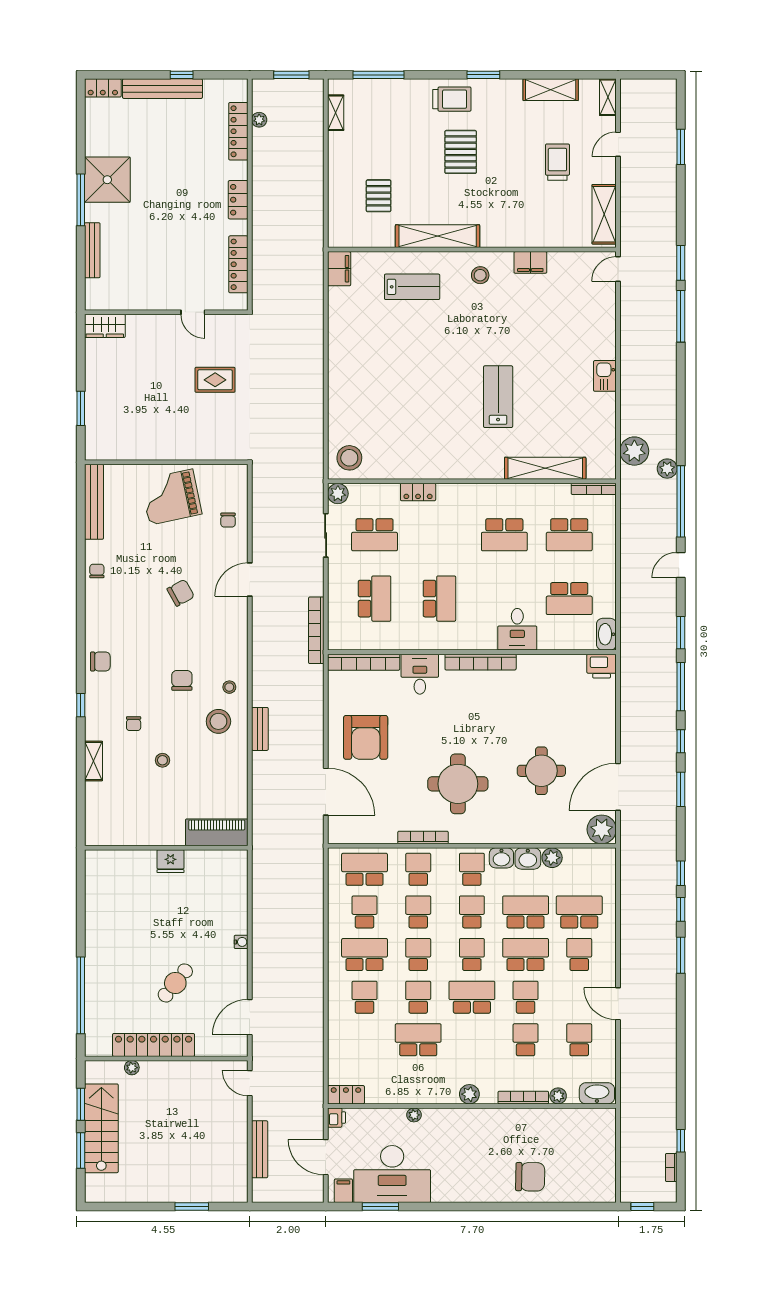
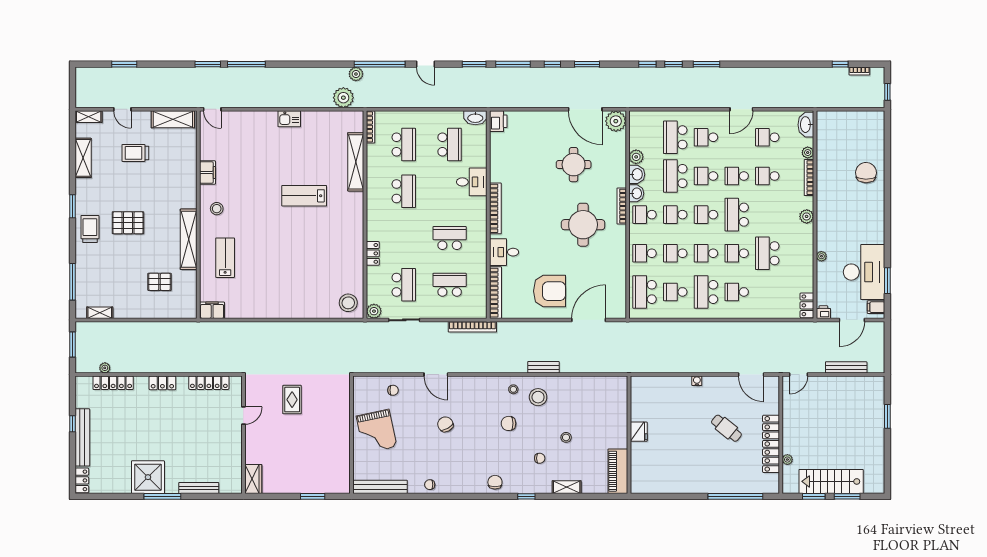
piano: (217, 832) -> (618, 471), moved
bookcase: (423, 837) -> (622, 206), moved
school desk: (526, 955) -> (706, 176), width x0.54

